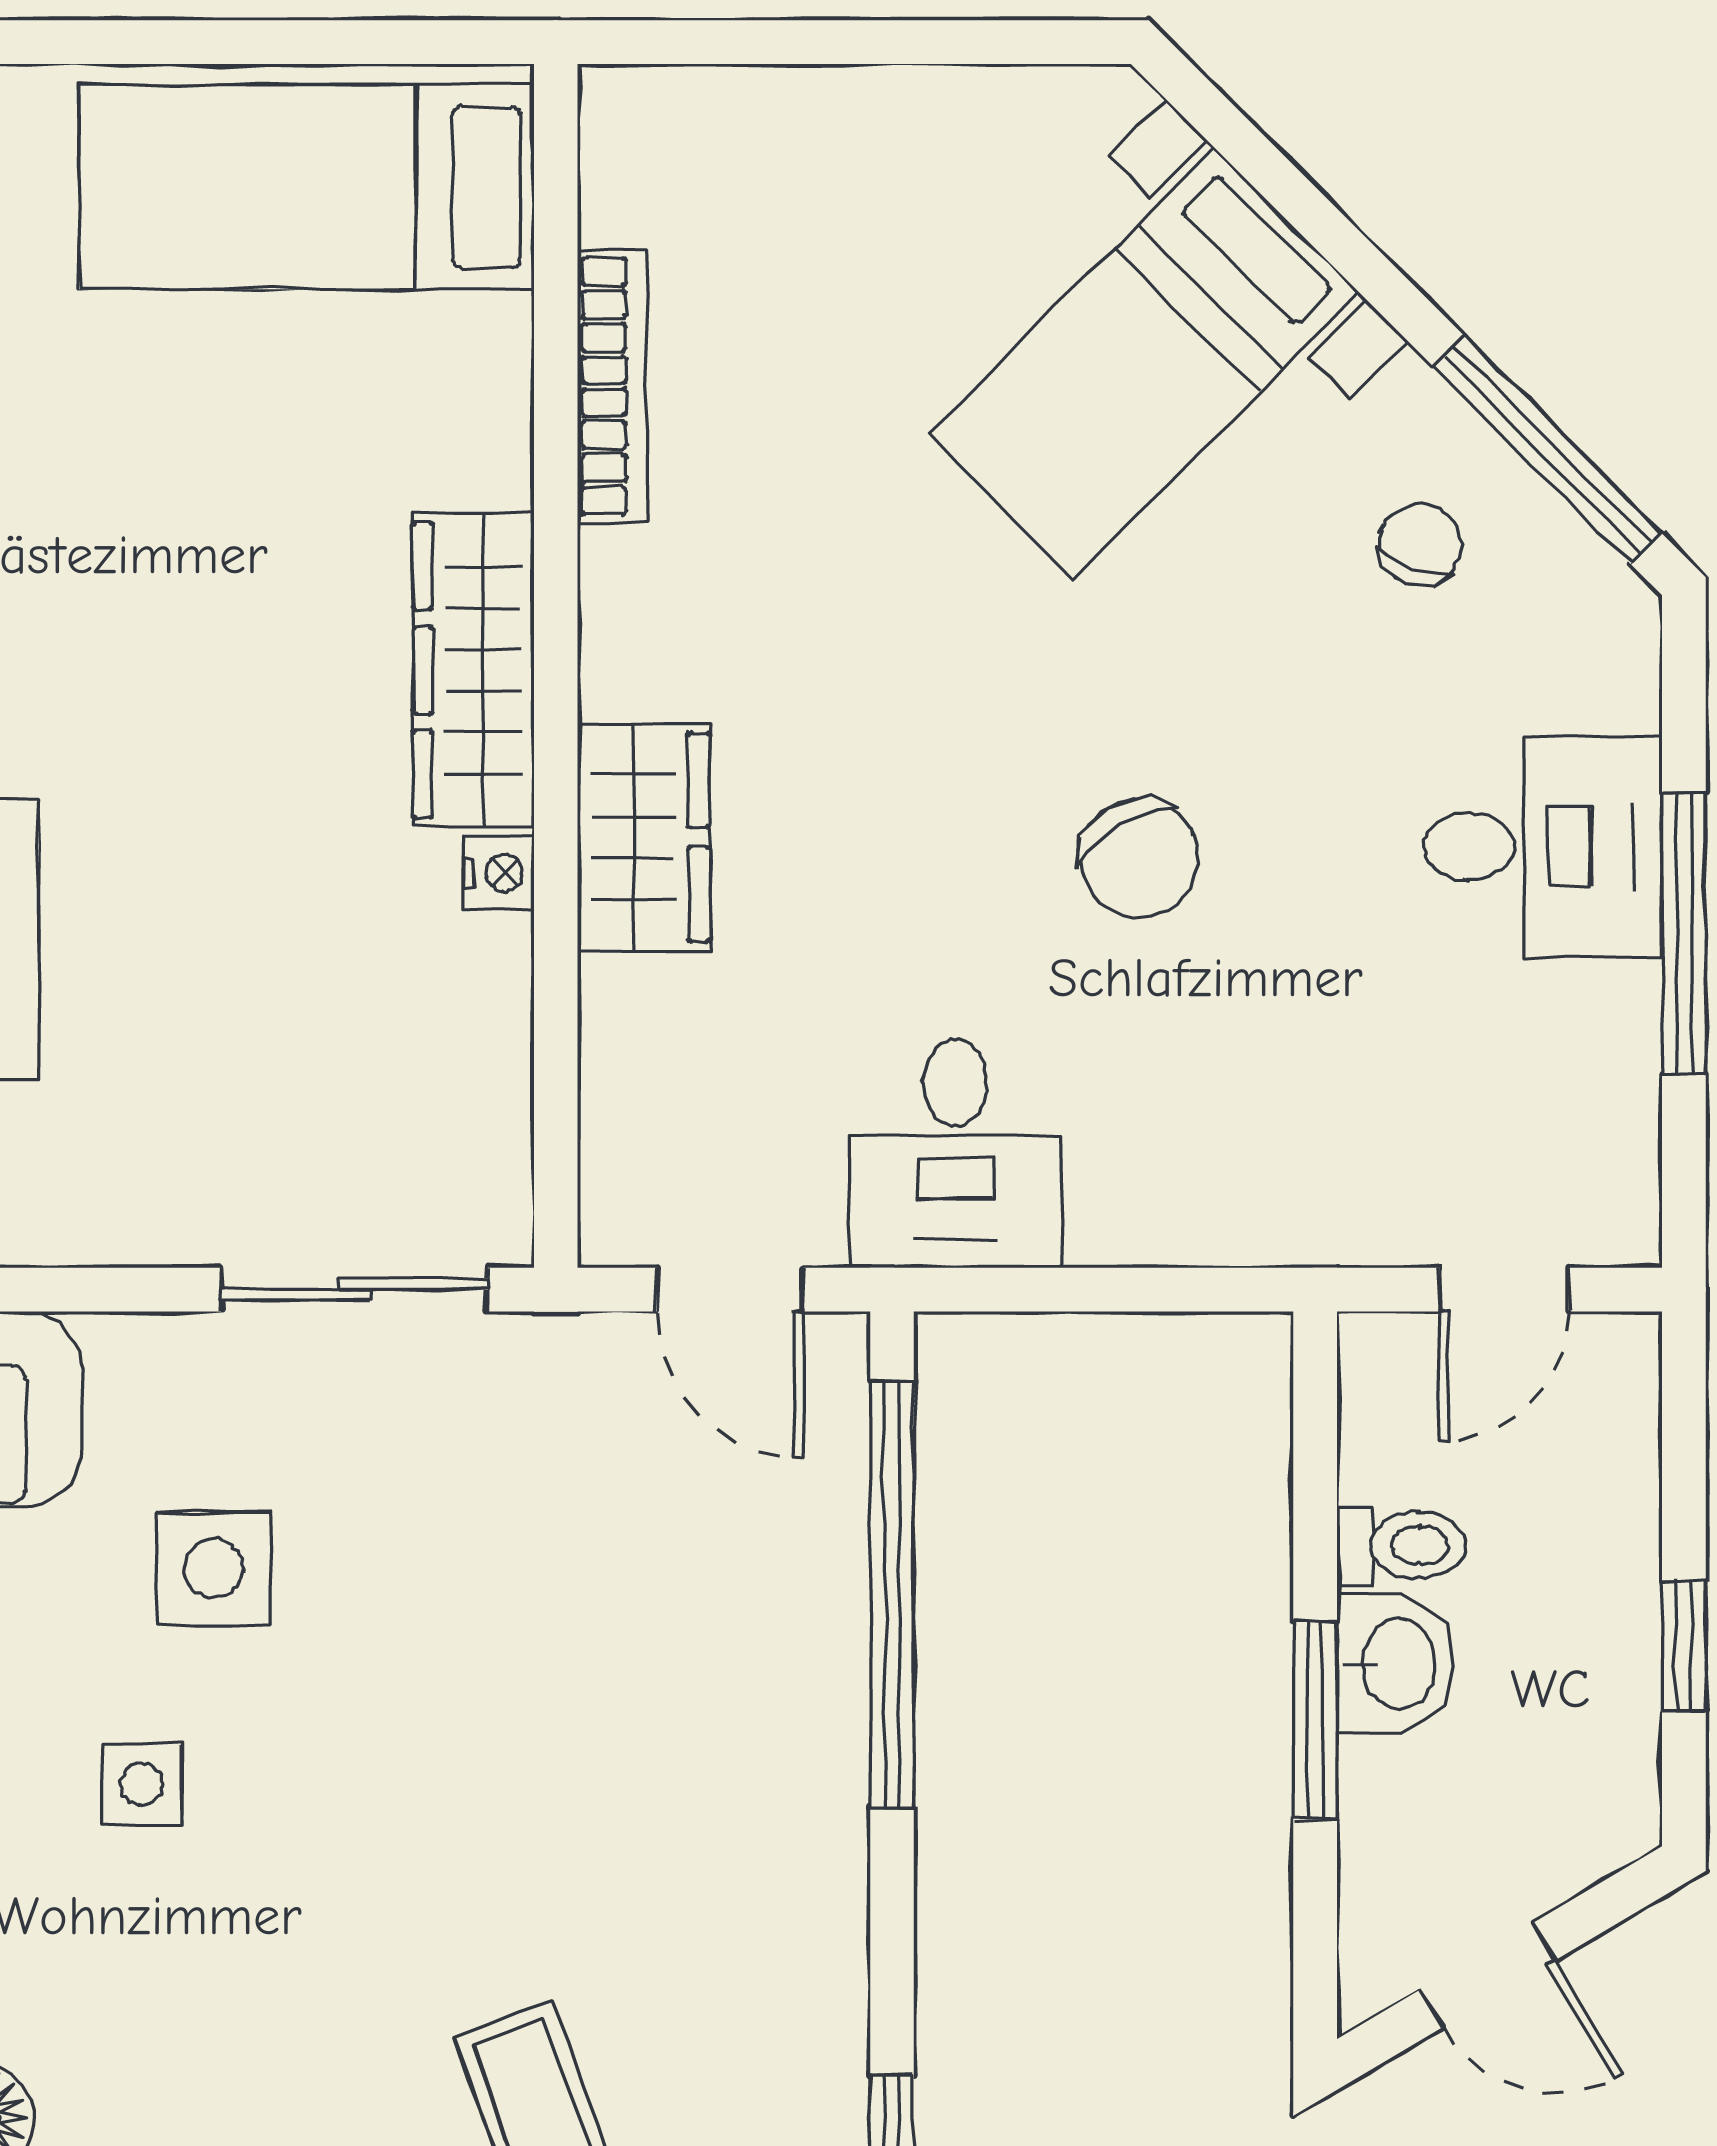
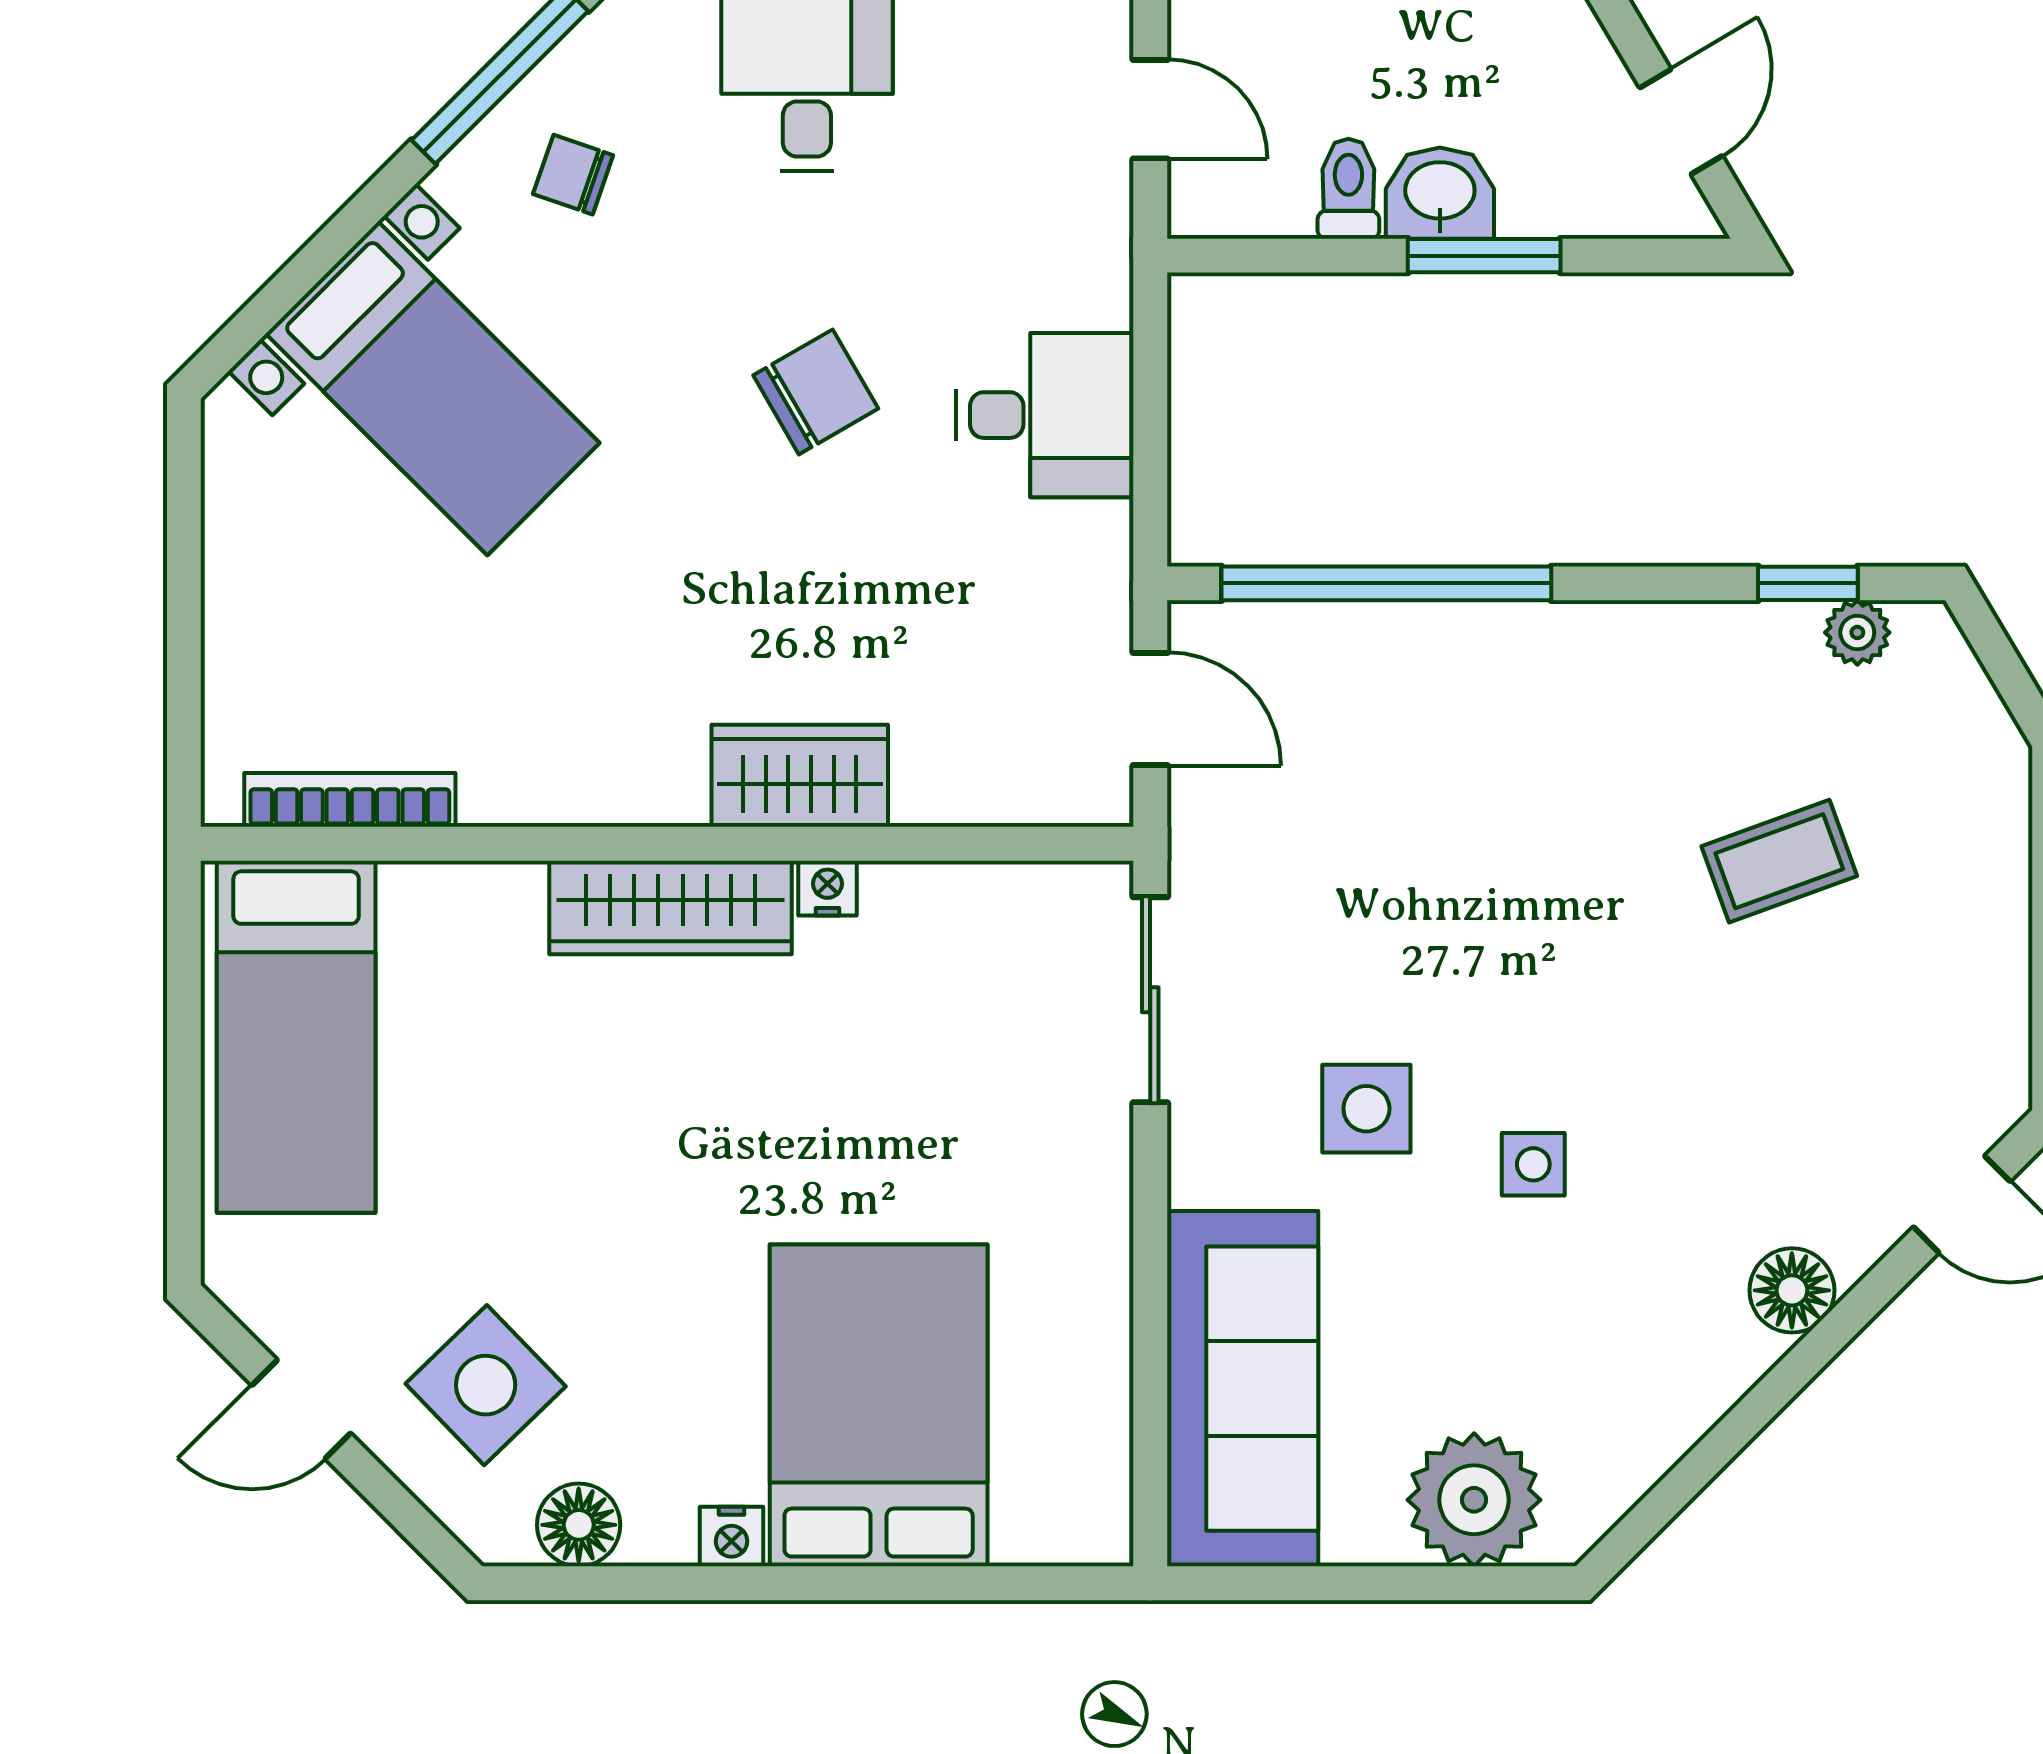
bookcase: (612, 386) -> (350, 800), moved
desk: (955, 1153) -> (1045, 415), moved
door: (730, 1290) -> (1150, 709), hinge flipped

